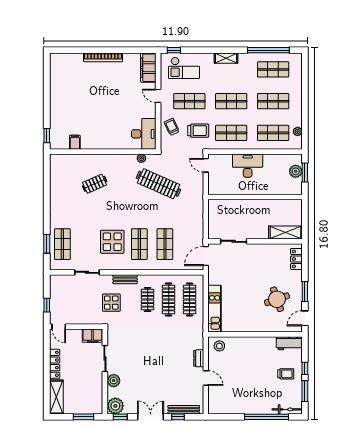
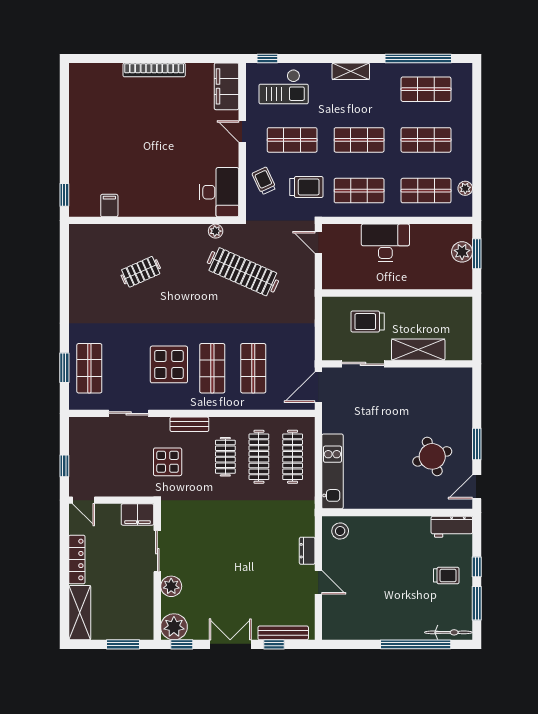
trolley: (237, 215) -> (368, 322), added
shelving: (285, 232) -> (418, 350), moved
locker: (296, 259) -> (463, 392), removed

